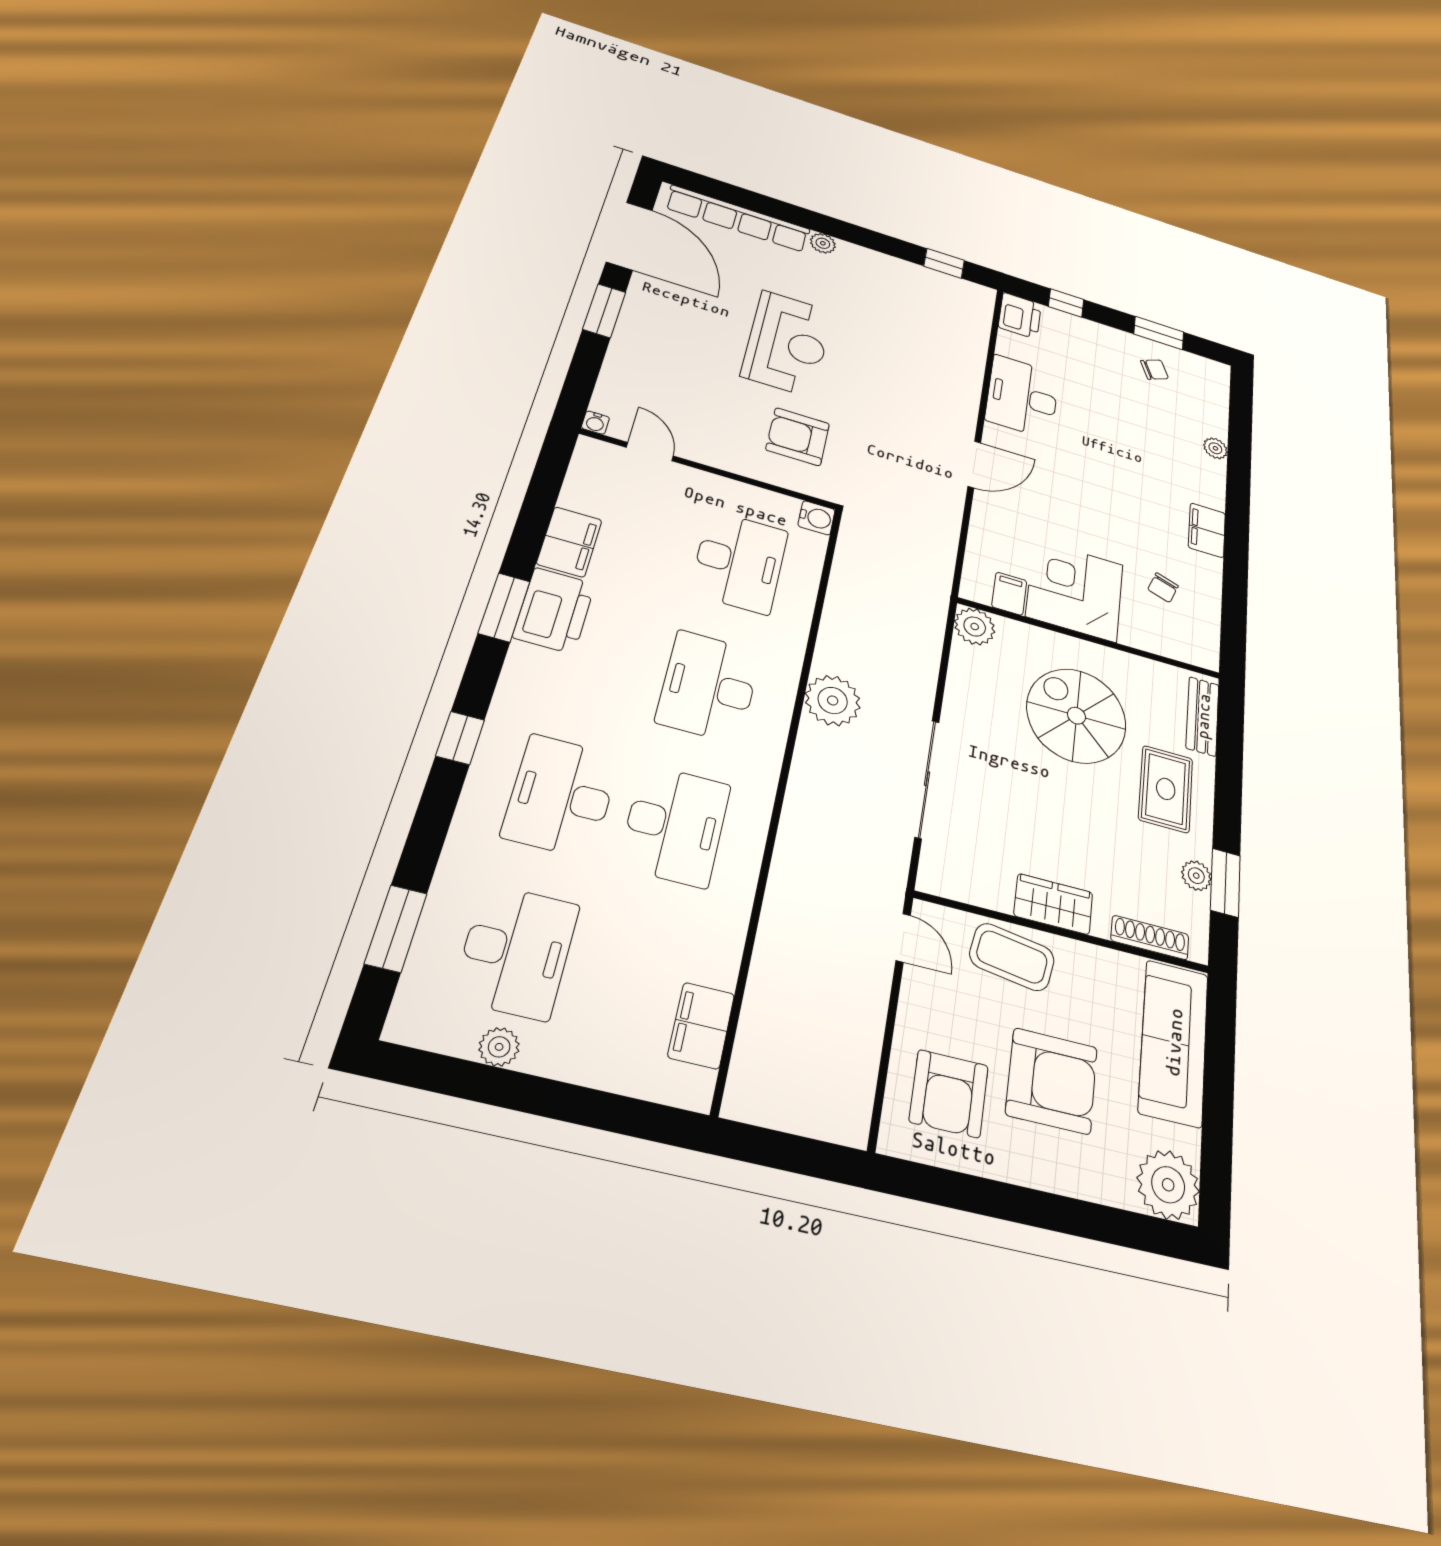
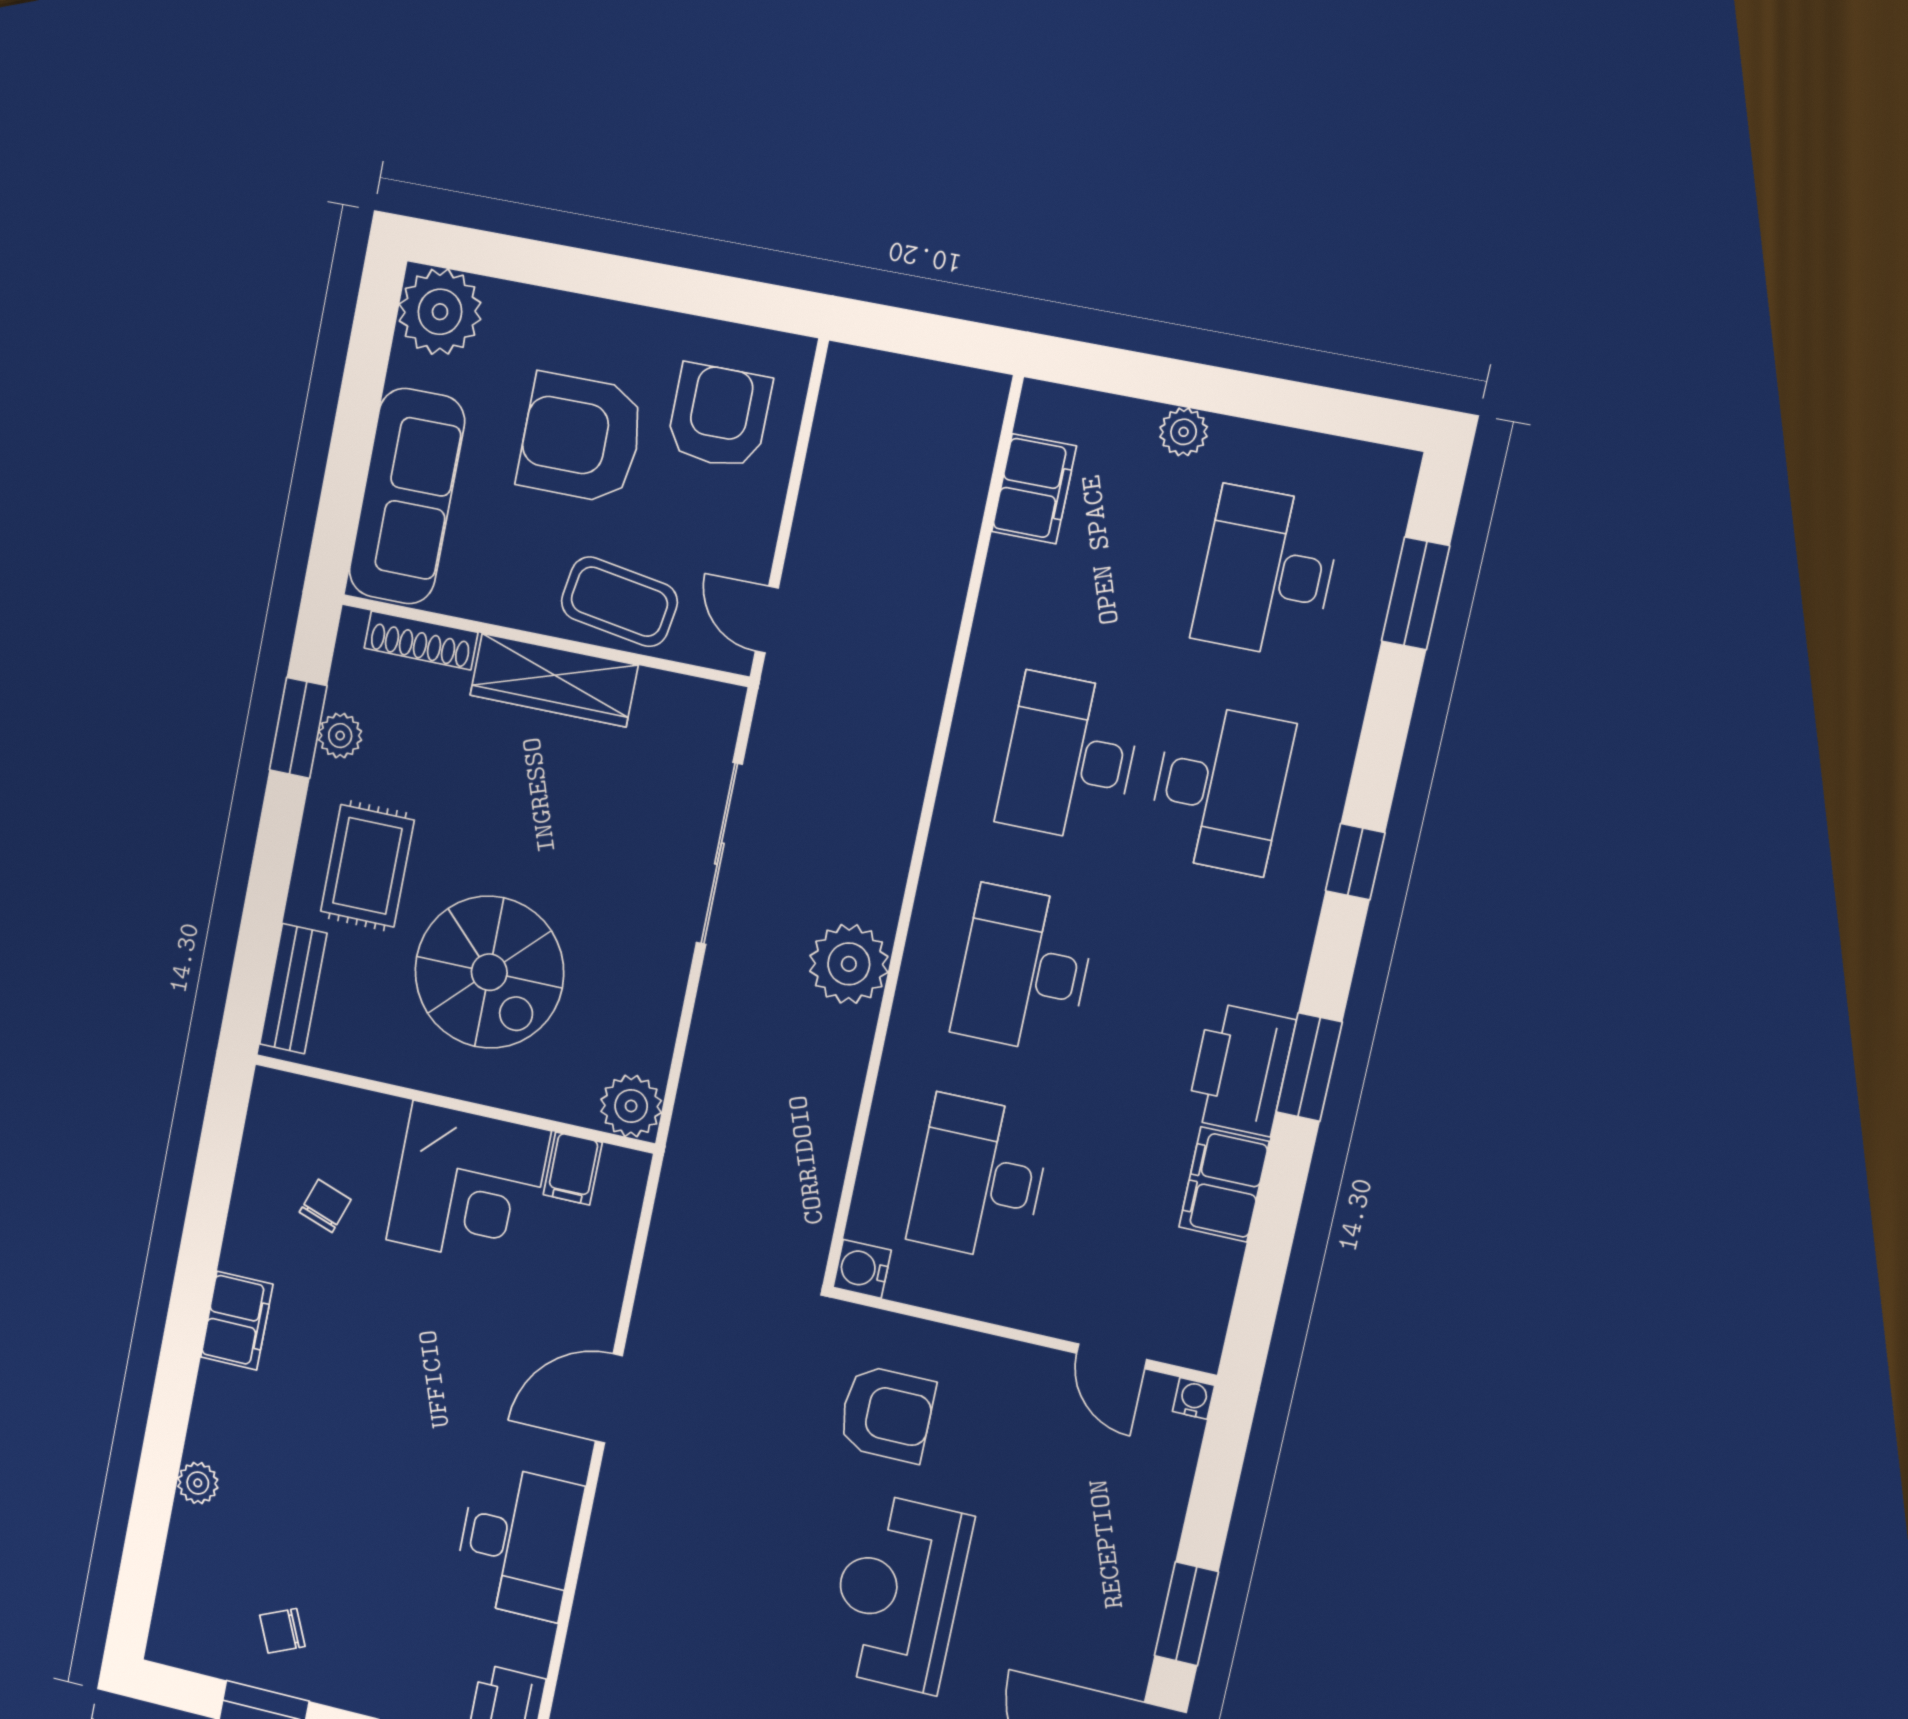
desk: (709, 687) -> (1024, 970), turned 180
wardrobe: (1053, 904) -> (554, 680), width x1.50
plant: (499, 1047) -> (1184, 432), moved

